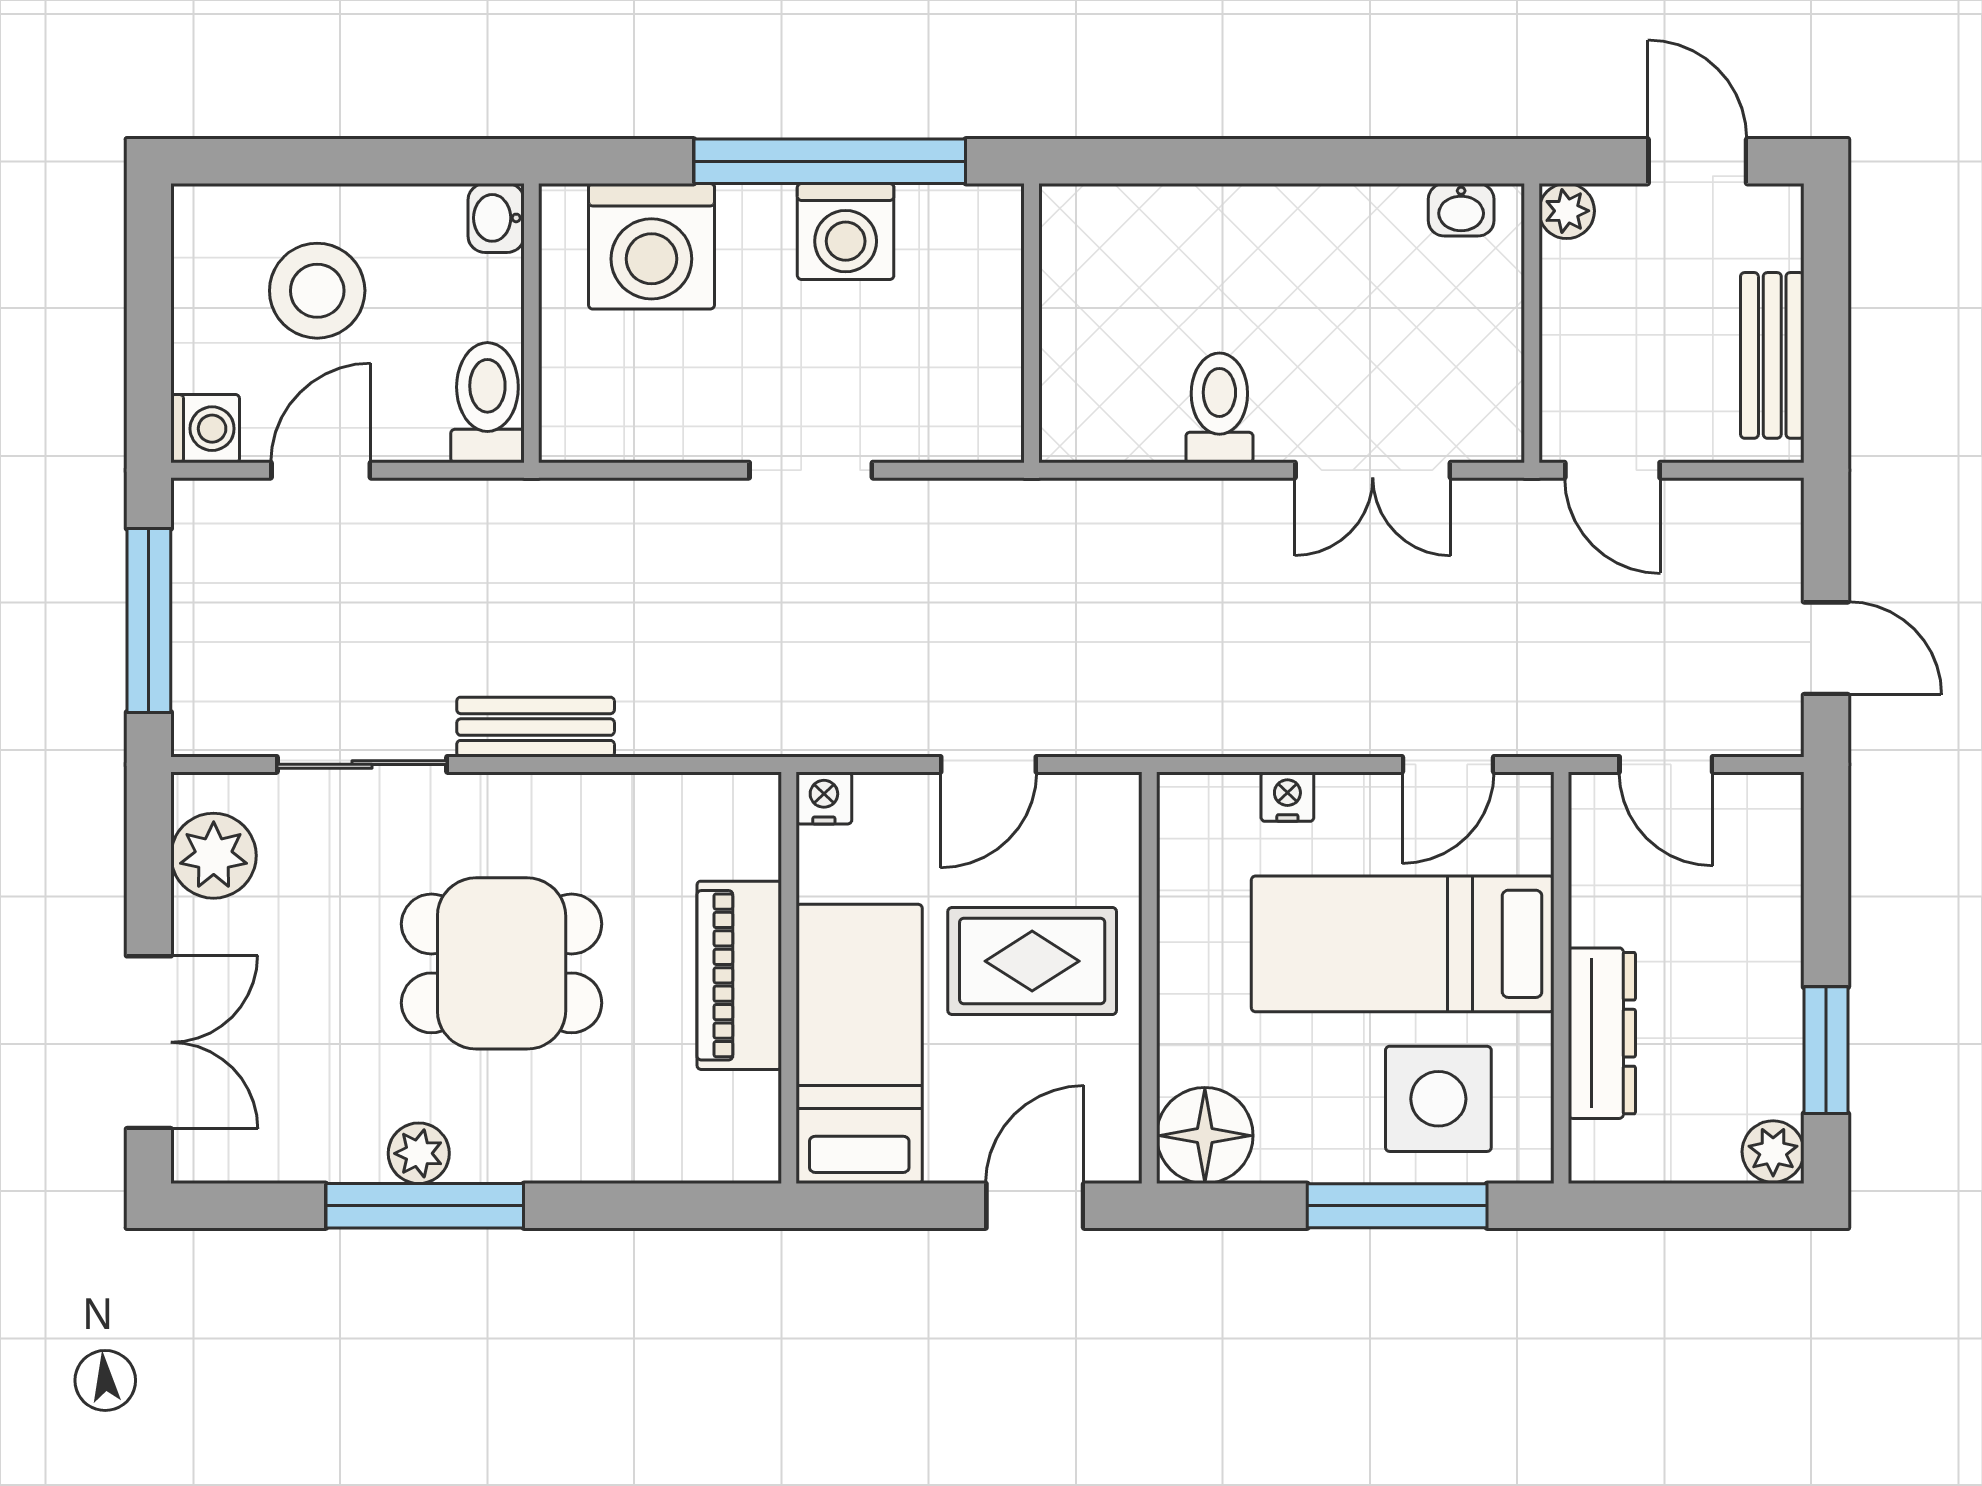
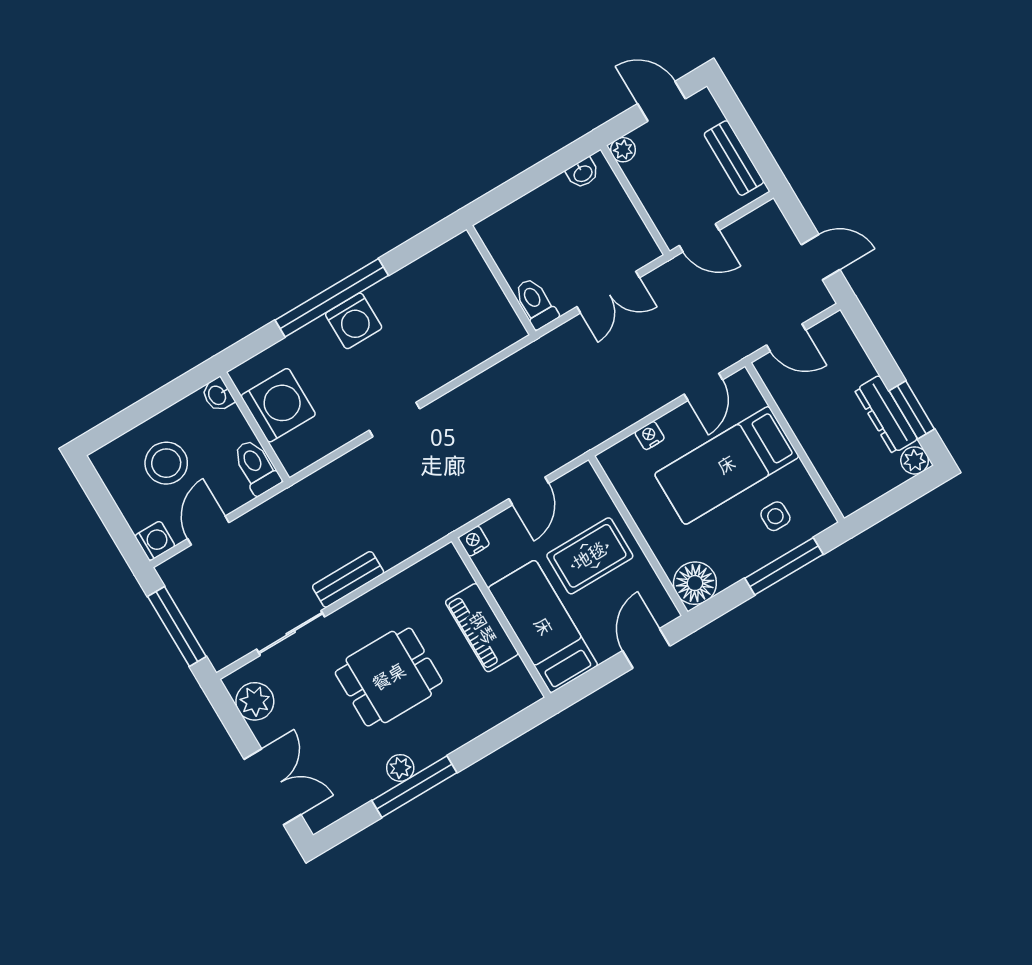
washing machine: (651, 246) -> (278, 405), moved, turned -90
wall: (1032, 323) -> (501, 280), moved
dresser: (1602, 1033) -> (886, 415), moved, turned 180
side table: (1438, 1099) -> (775, 516), width x0.54, depth x0.54

